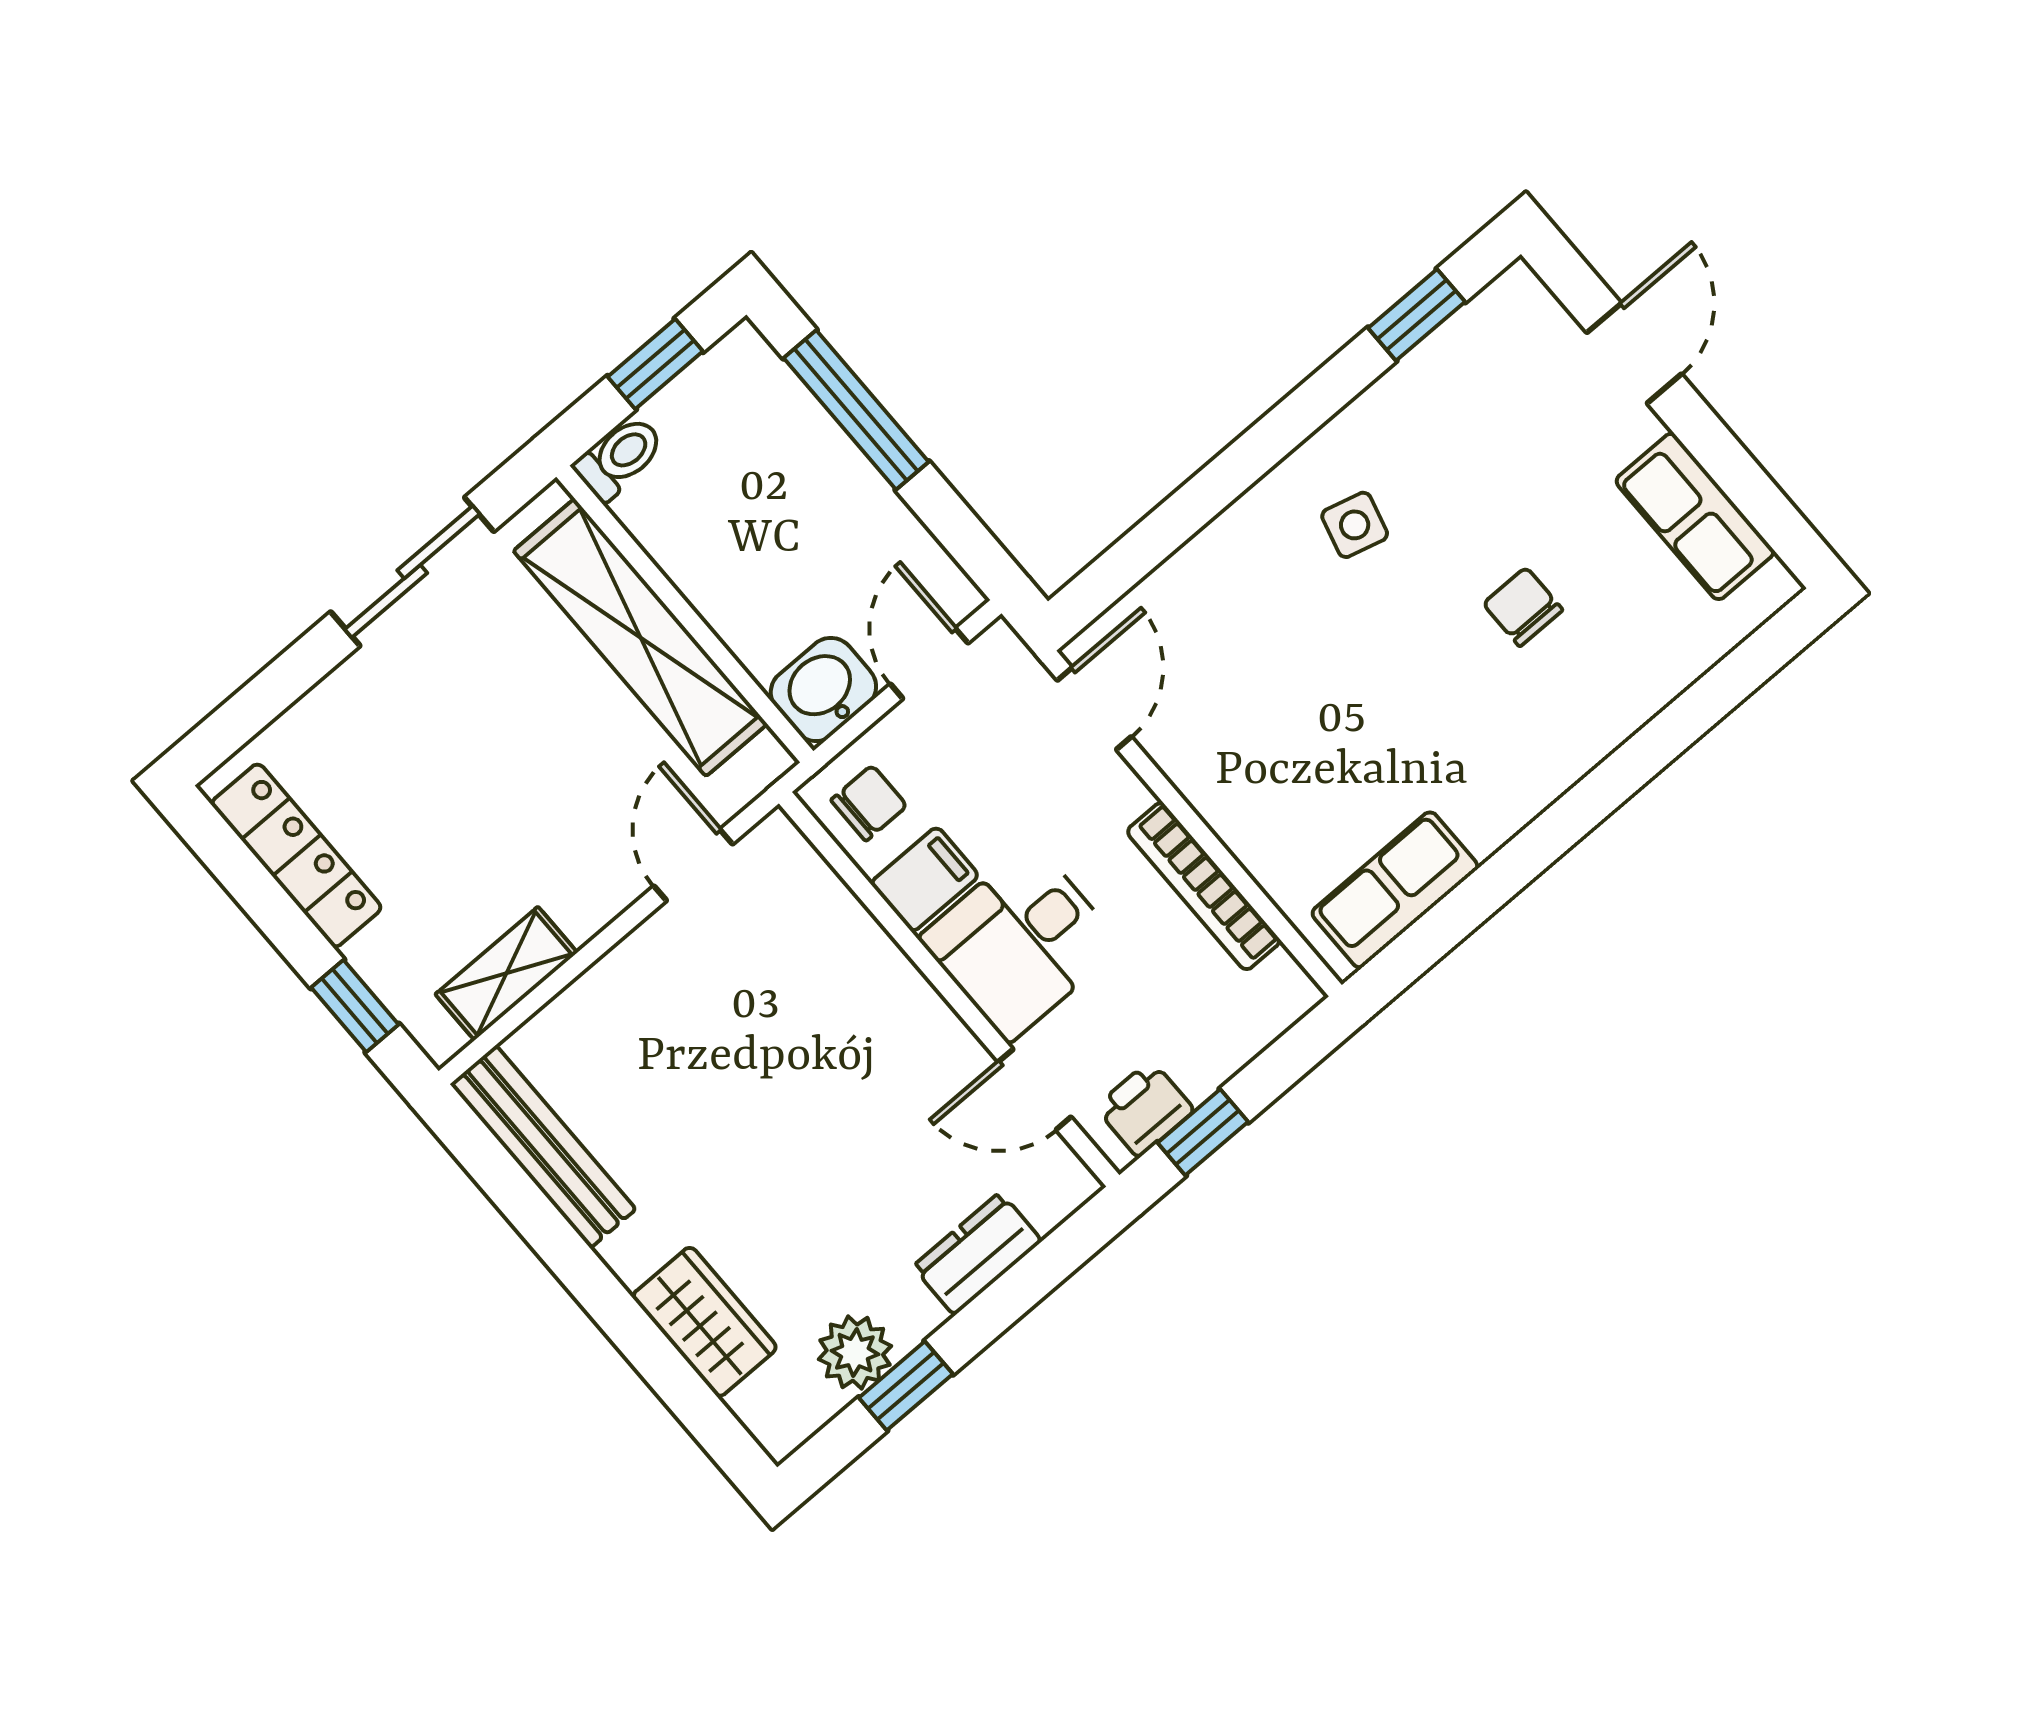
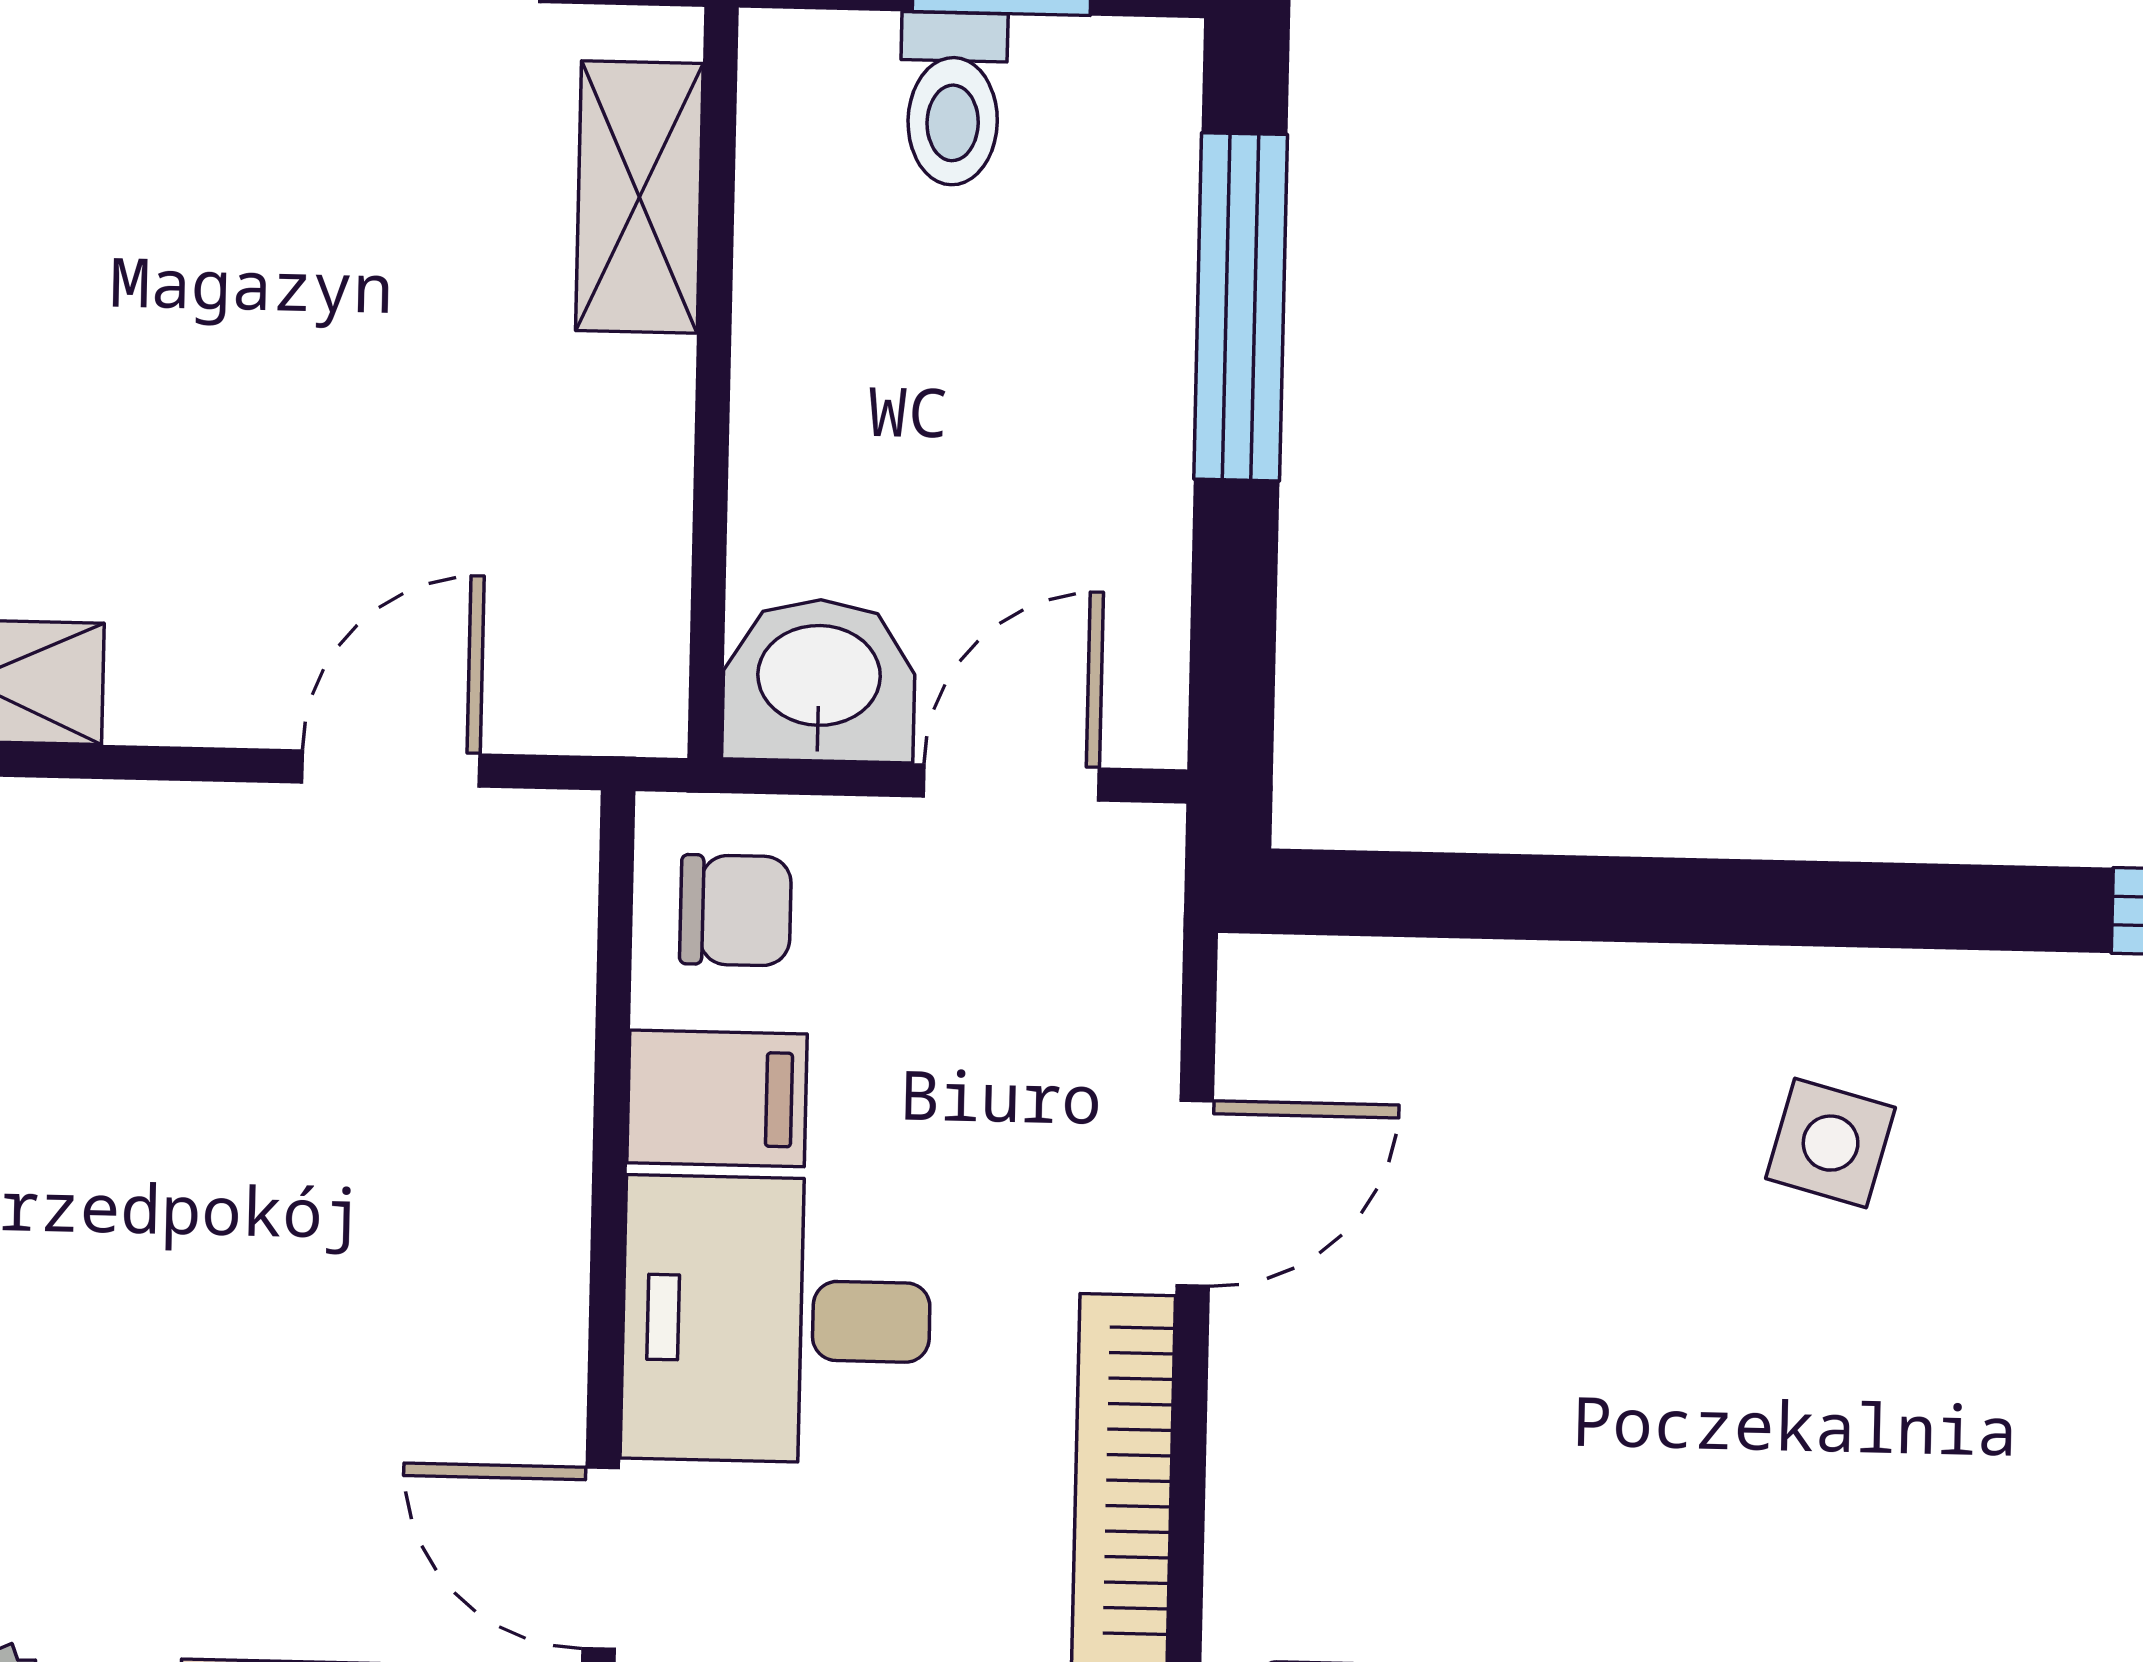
toilet: (619, 458) -> (953, 99), moved, turned 90
chair: (1523, 607) -> (1972, 1490), removed
shelving: (640, 637) -> (639, 197), width x0.45, depth x0.75
door: (1094, 708) -> (1195, 1193), moved

